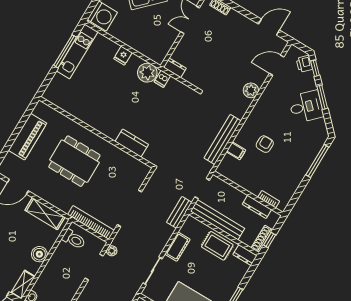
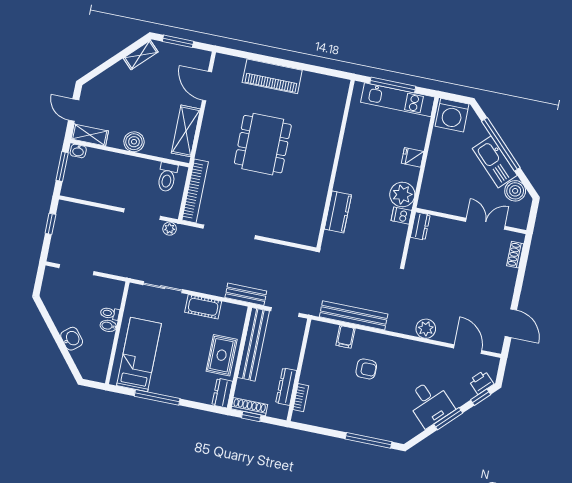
wall: (96, 132) -> (336, 164), moved
kitchen counter: (132, 143) -> (338, 212), moved

